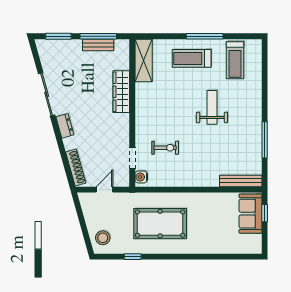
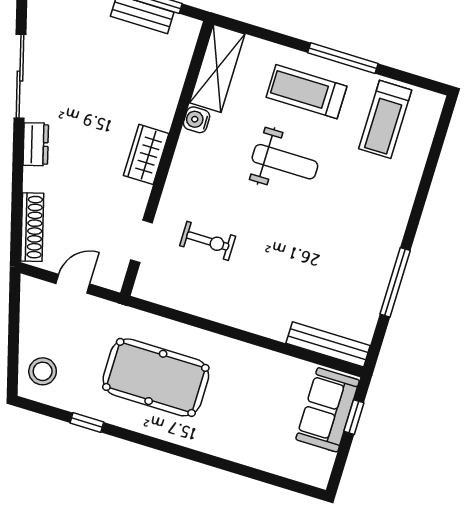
wardrobe: (121, 92) -> (146, 154), moved, width x0.67
weight bench: (212, 107) -> (285, 162), moved, turned 90
water cooler: (141, 177) -> (197, 120), moved

